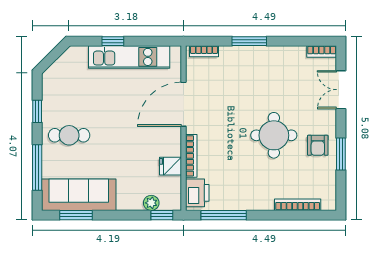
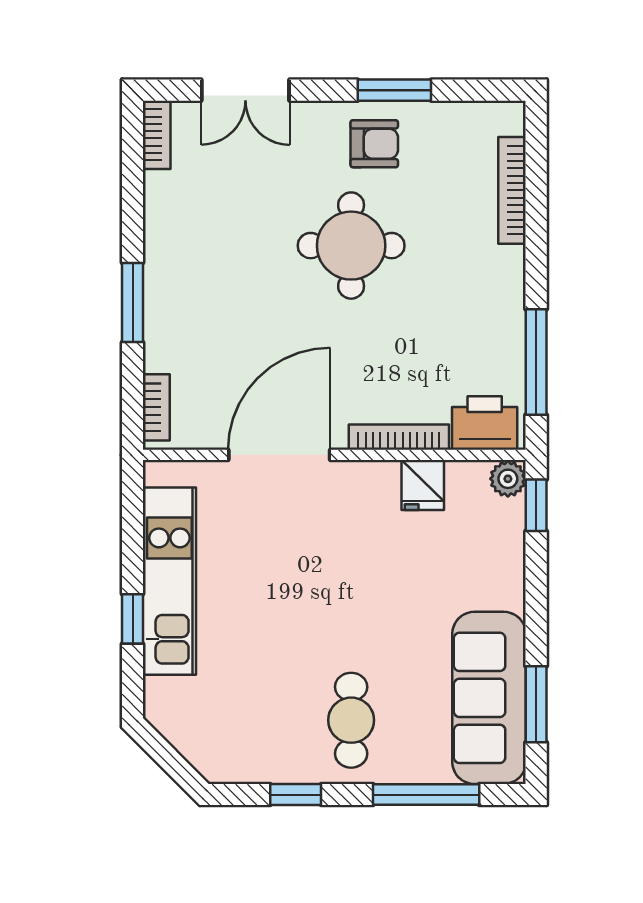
door: (184, 104) -> (279, 455), swing flipped
plant: (151, 203) -> (508, 479), moved

